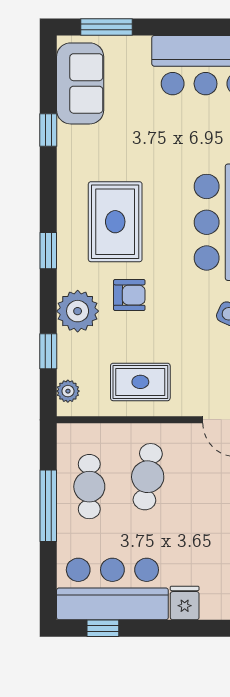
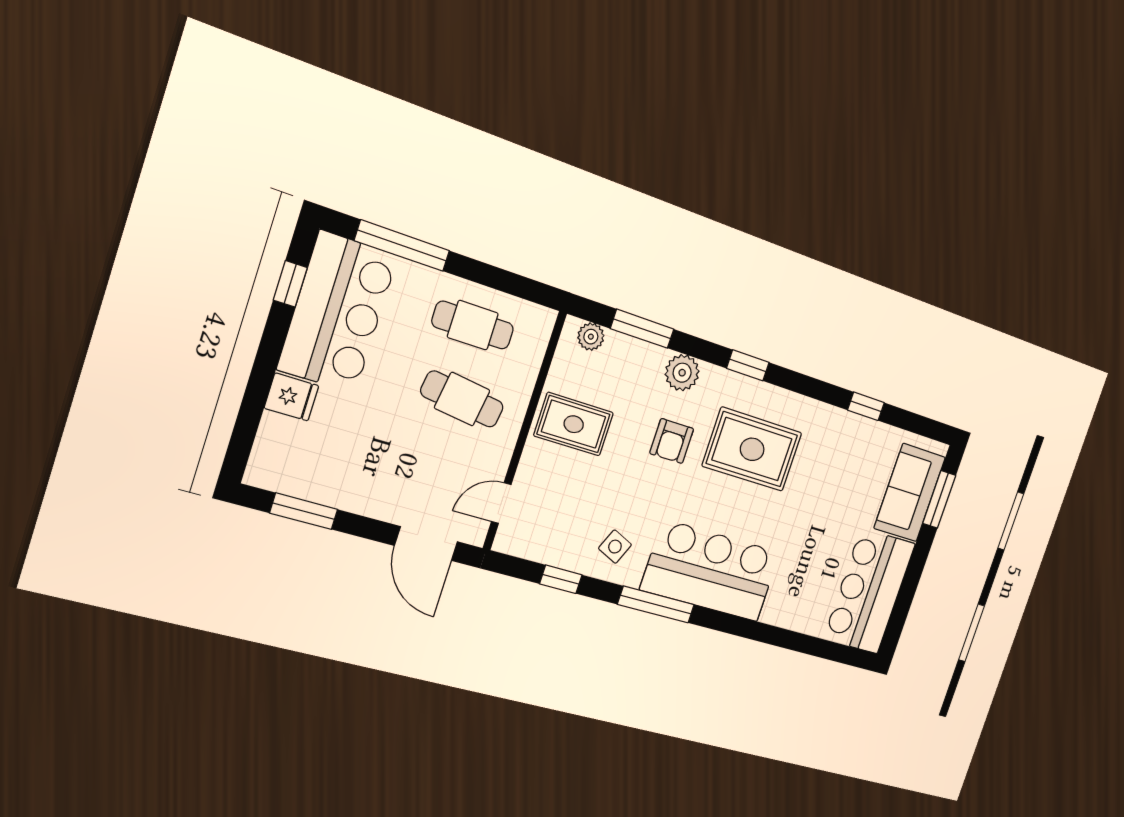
sofa: (80, 83) -> (910, 493), moved, turned 90
plant: (78, 311) -> (682, 373), width x0.73, depth x0.73
window: (48, 351) -> (642, 329), width x1.50
rug: (140, 382) -> (574, 424), turned 90
window: (48, 506) -> (402, 246), moved

